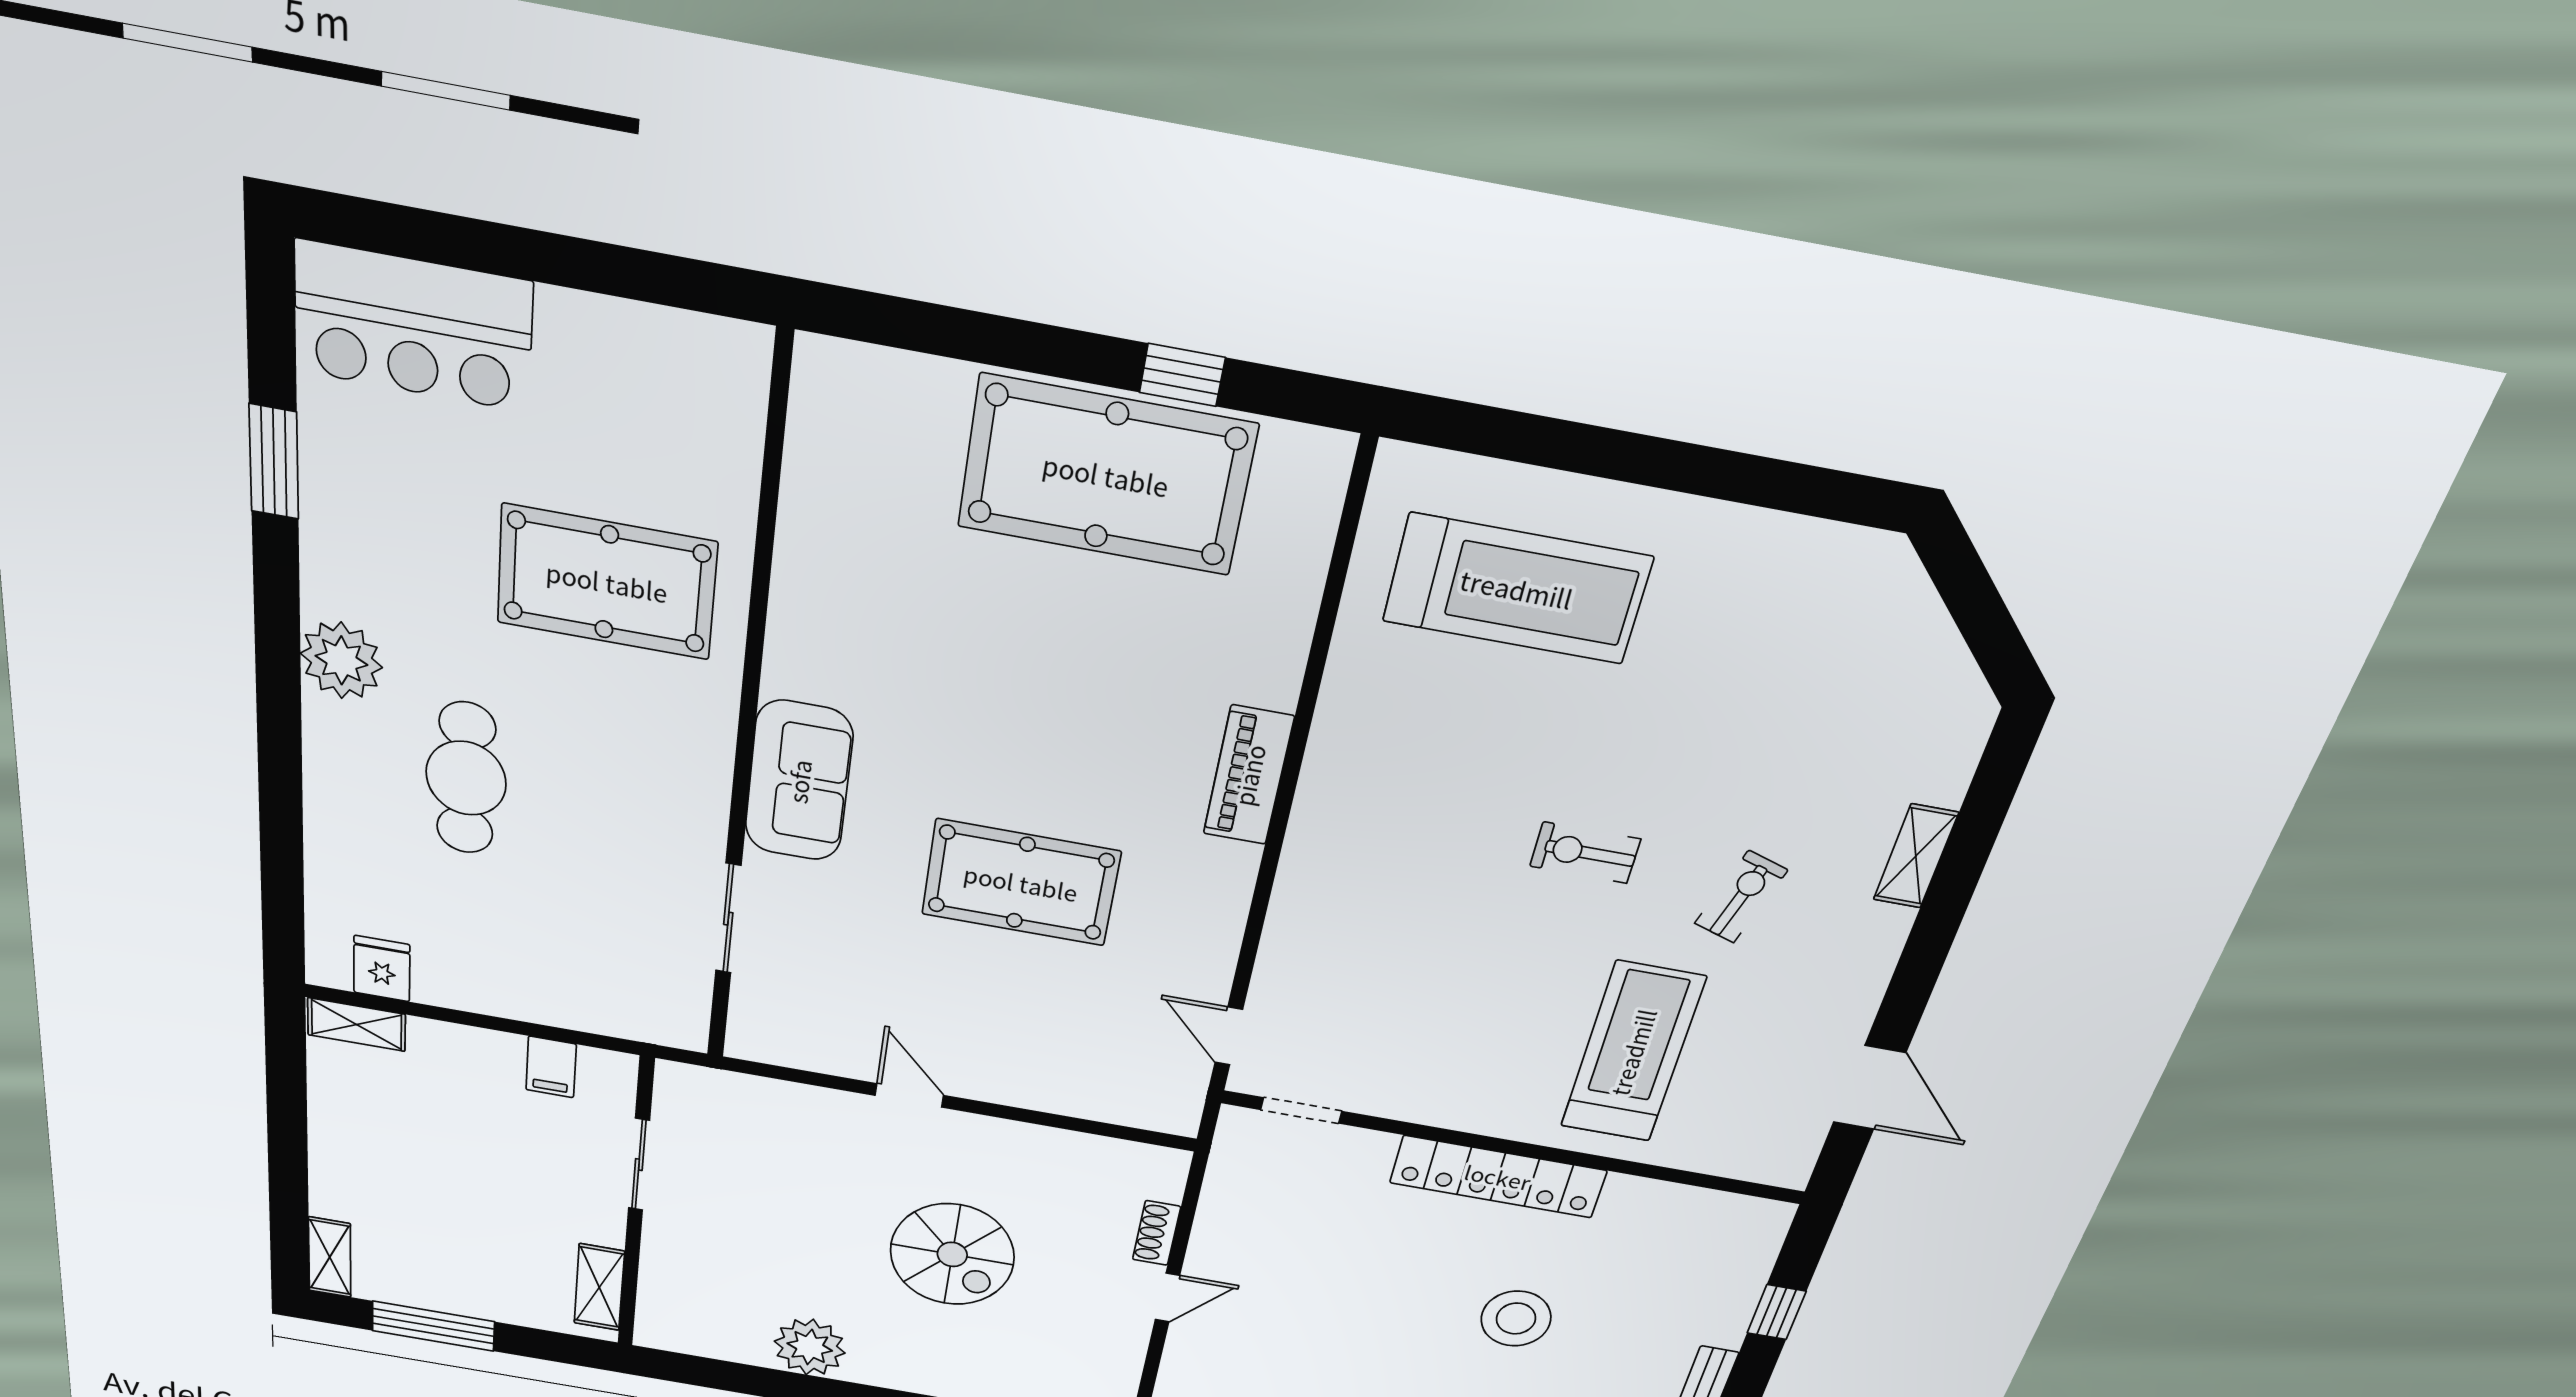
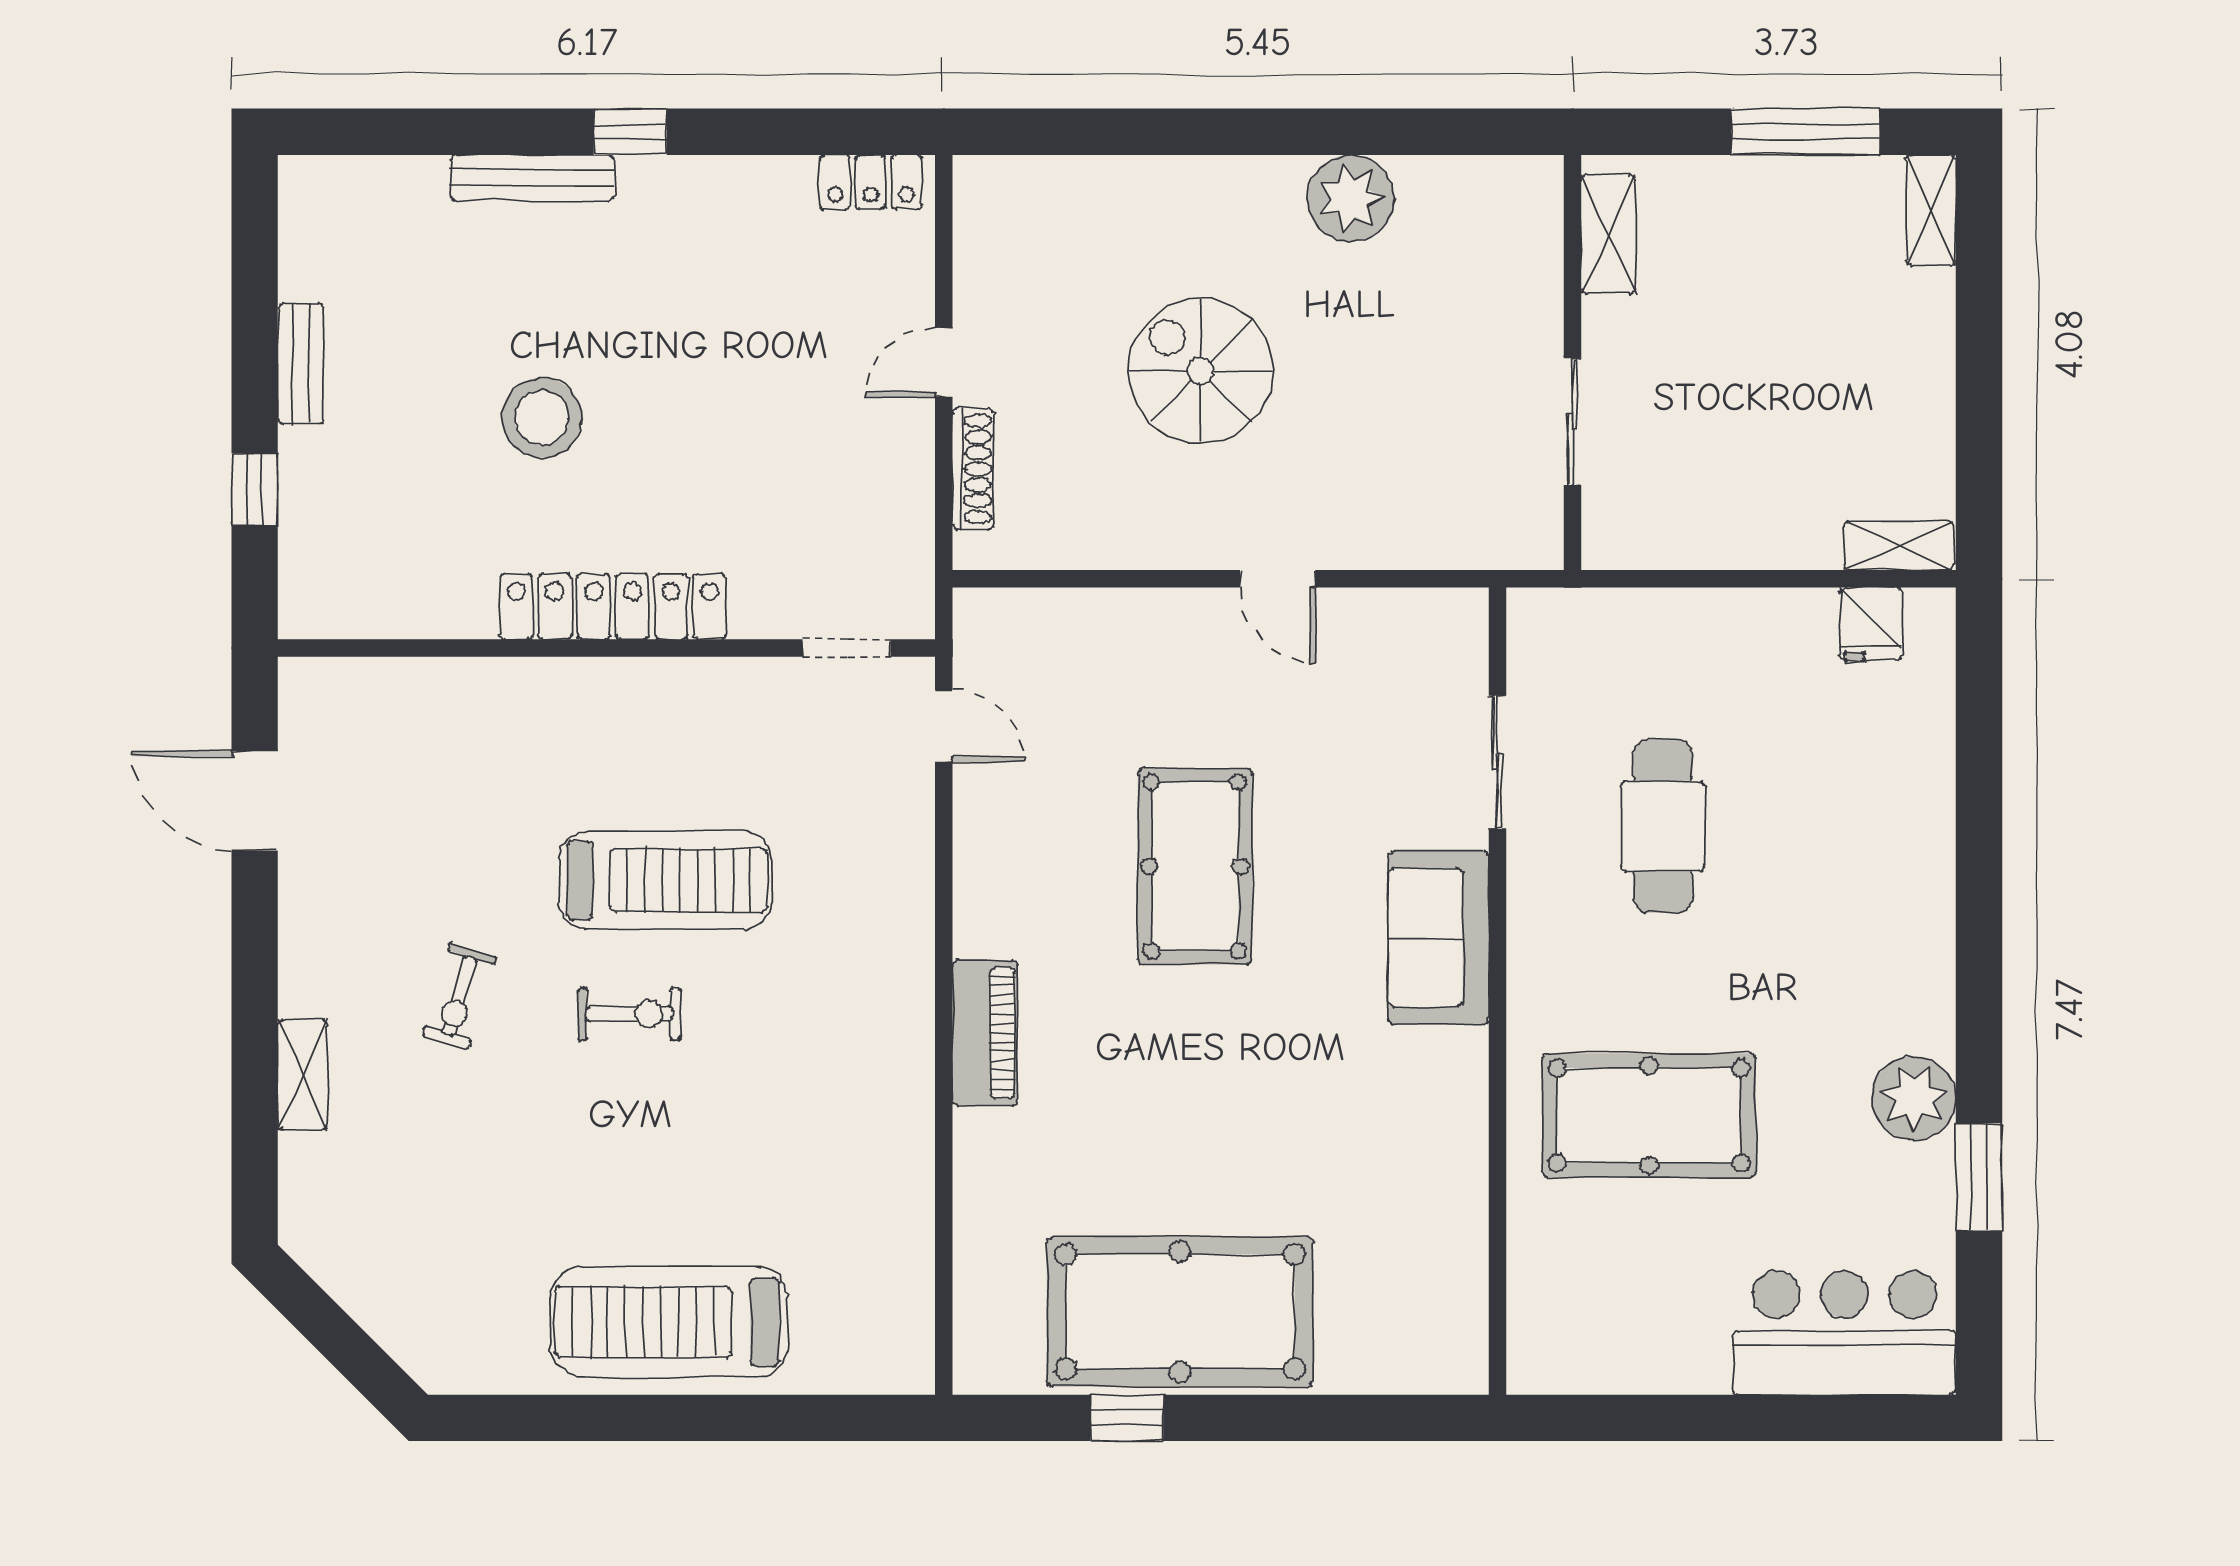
treadmill: (1517, 589) -> (669, 1322), moved
plant: (341, 660) -> (1914, 1098), moved
cafe table: (466, 778) -> (1663, 826), moved
pool table: (1021, 883) -> (1195, 866), turned 90
treadmill: (1633, 1052) -> (665, 880), moved, turned -90
filing cabinet: (551, 1067) -> (1679, 534), removed
shoe rack: (1157, 1233) -> (973, 469), width x1.43

